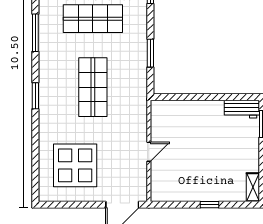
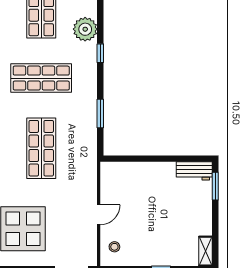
stool: (164, 183) -> (114, 247), added

